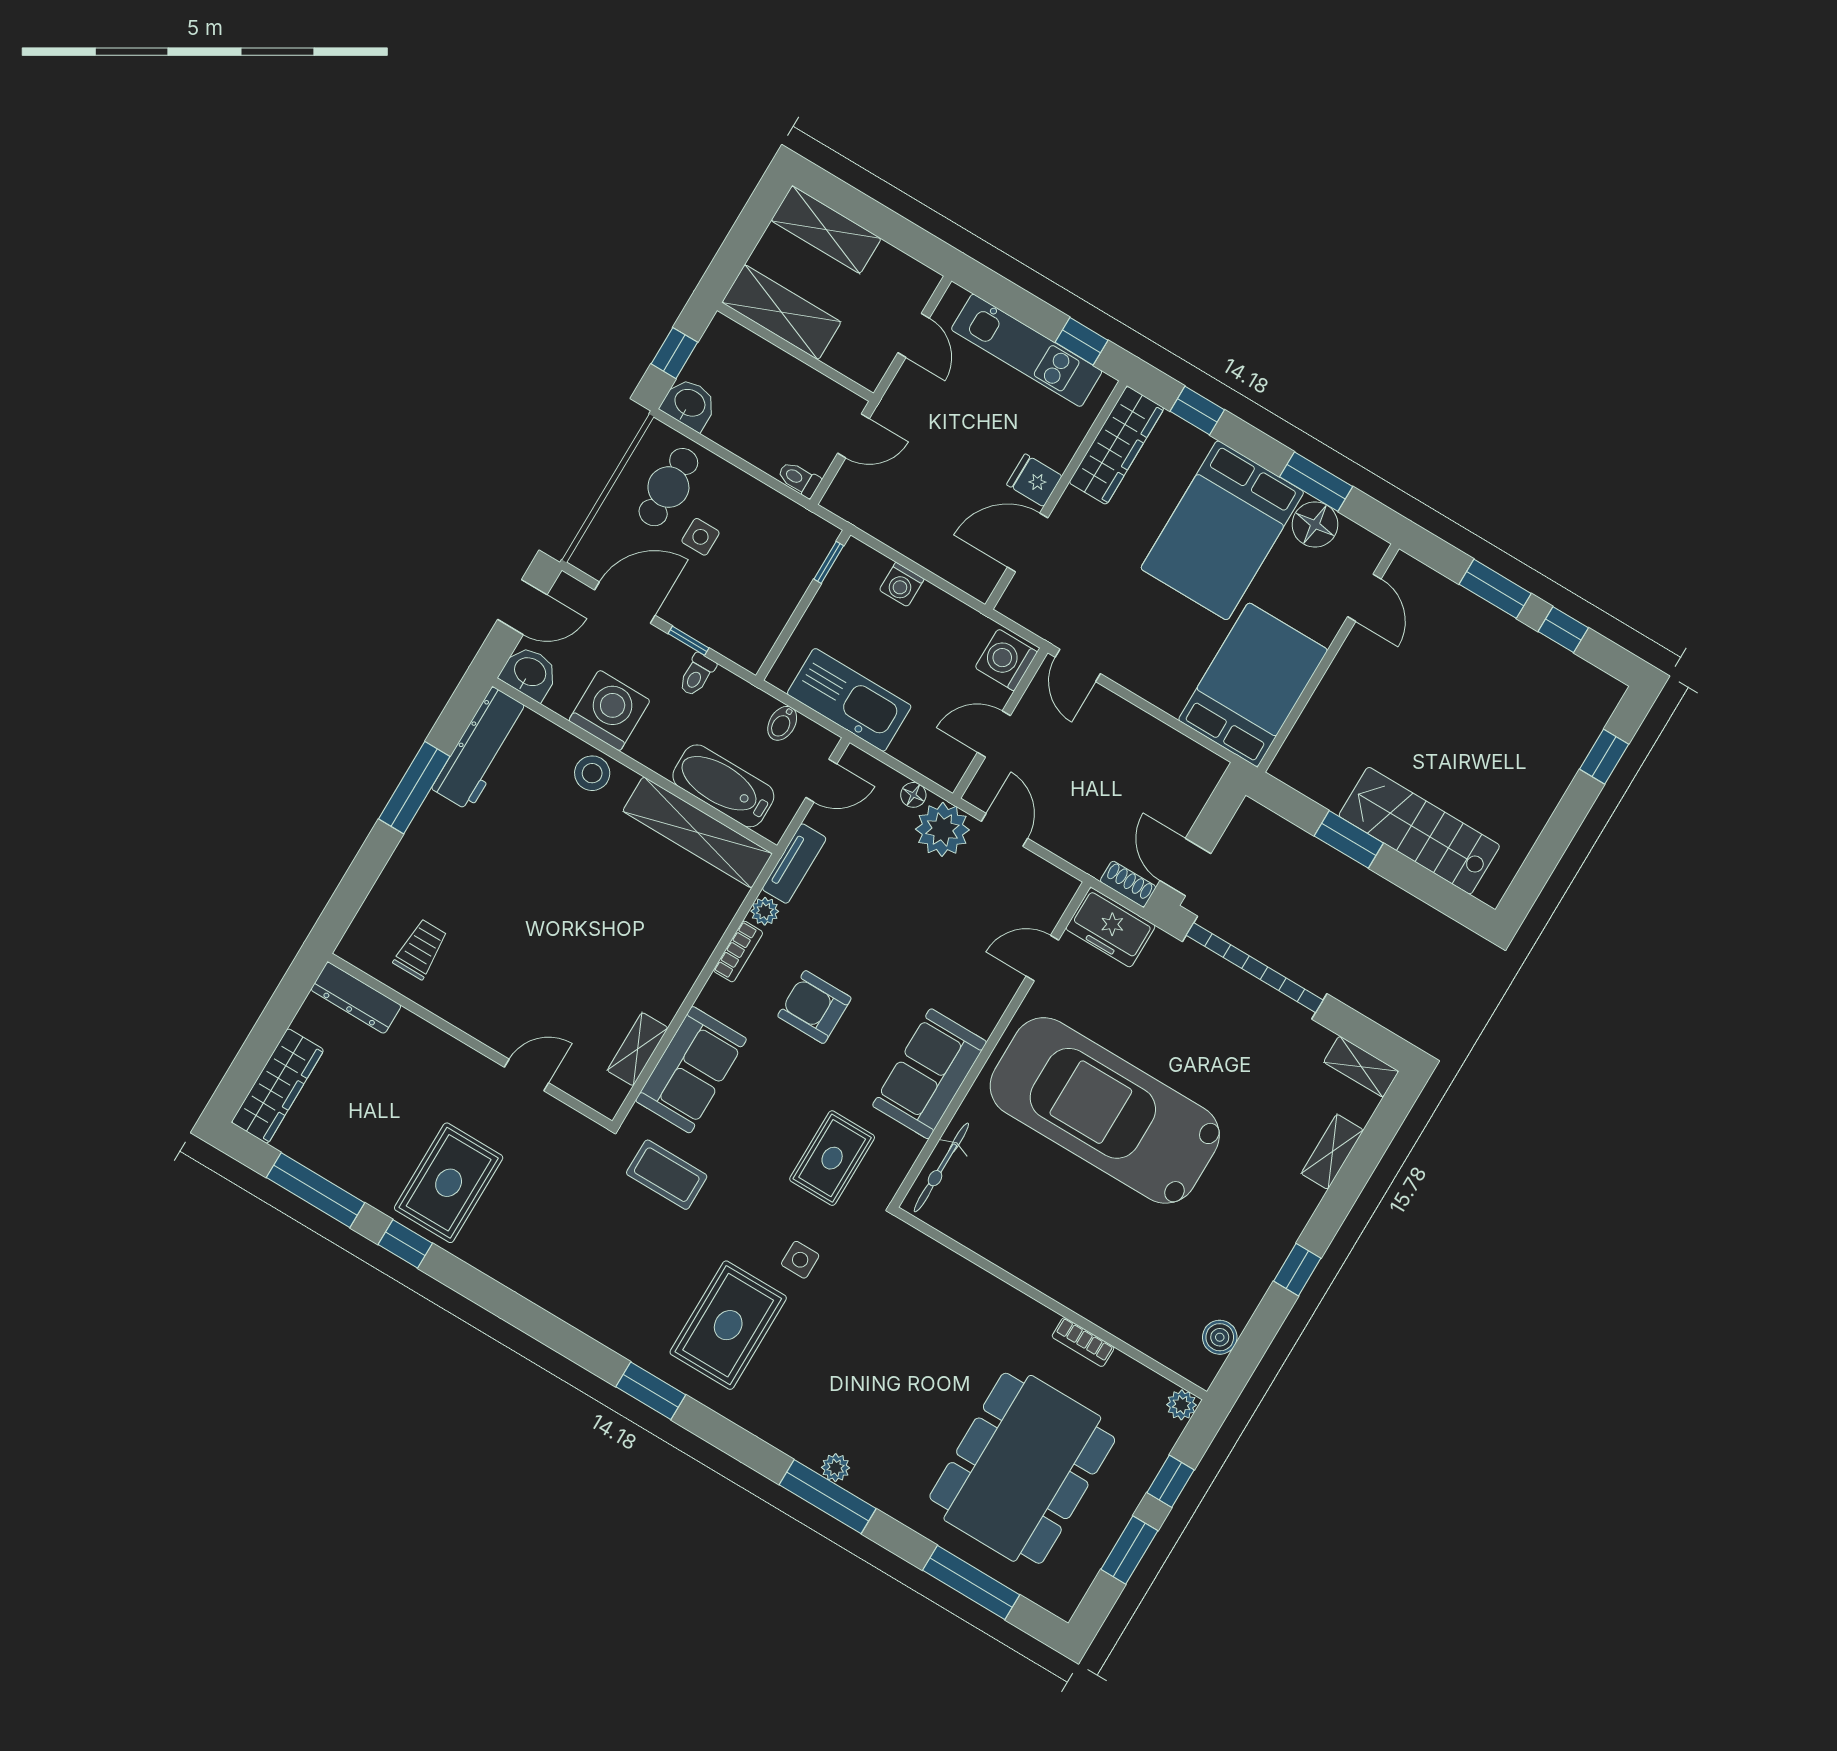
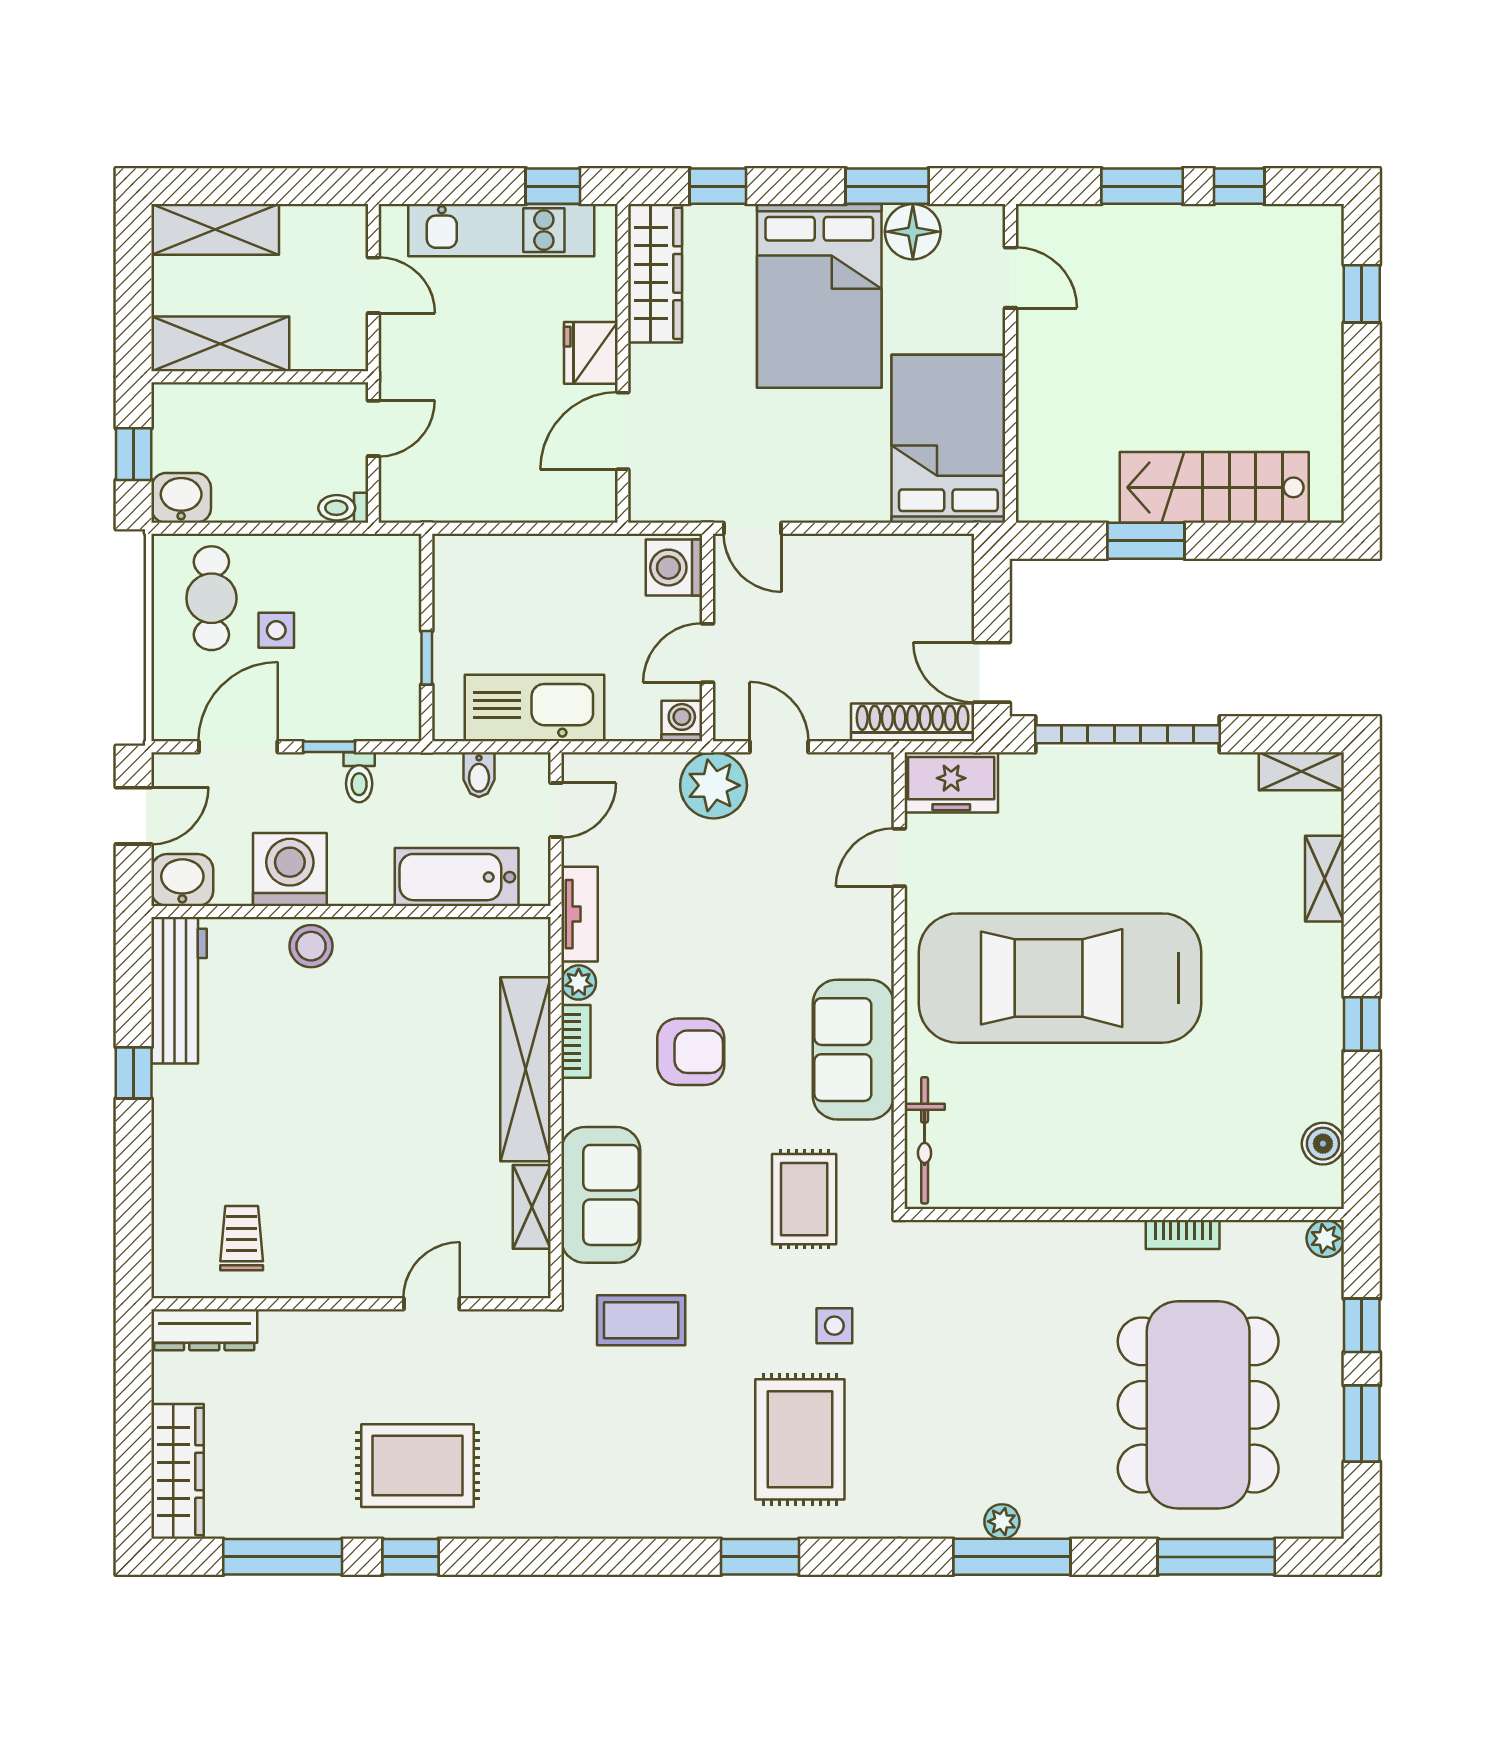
fridge: (1034, 480) -> (591, 353), width x1.38
window: (829, 562) -> (427, 658), moved
washing machine: (902, 584) -> (682, 721), moved, turned 180
window: (414, 788) -> (134, 1073), width x0.46
floor lamp: (913, 795) -> (661, 767), removed
shelving: (698, 832) -> (526, 1069), moved, turned 90
shoe rack: (1128, 884) -> (913, 722), width x1.94, depth x1.24
armchair: (814, 1007) -> (691, 1052), turned 180
rug: (449, 1183) -> (417, 1466), turned 90

